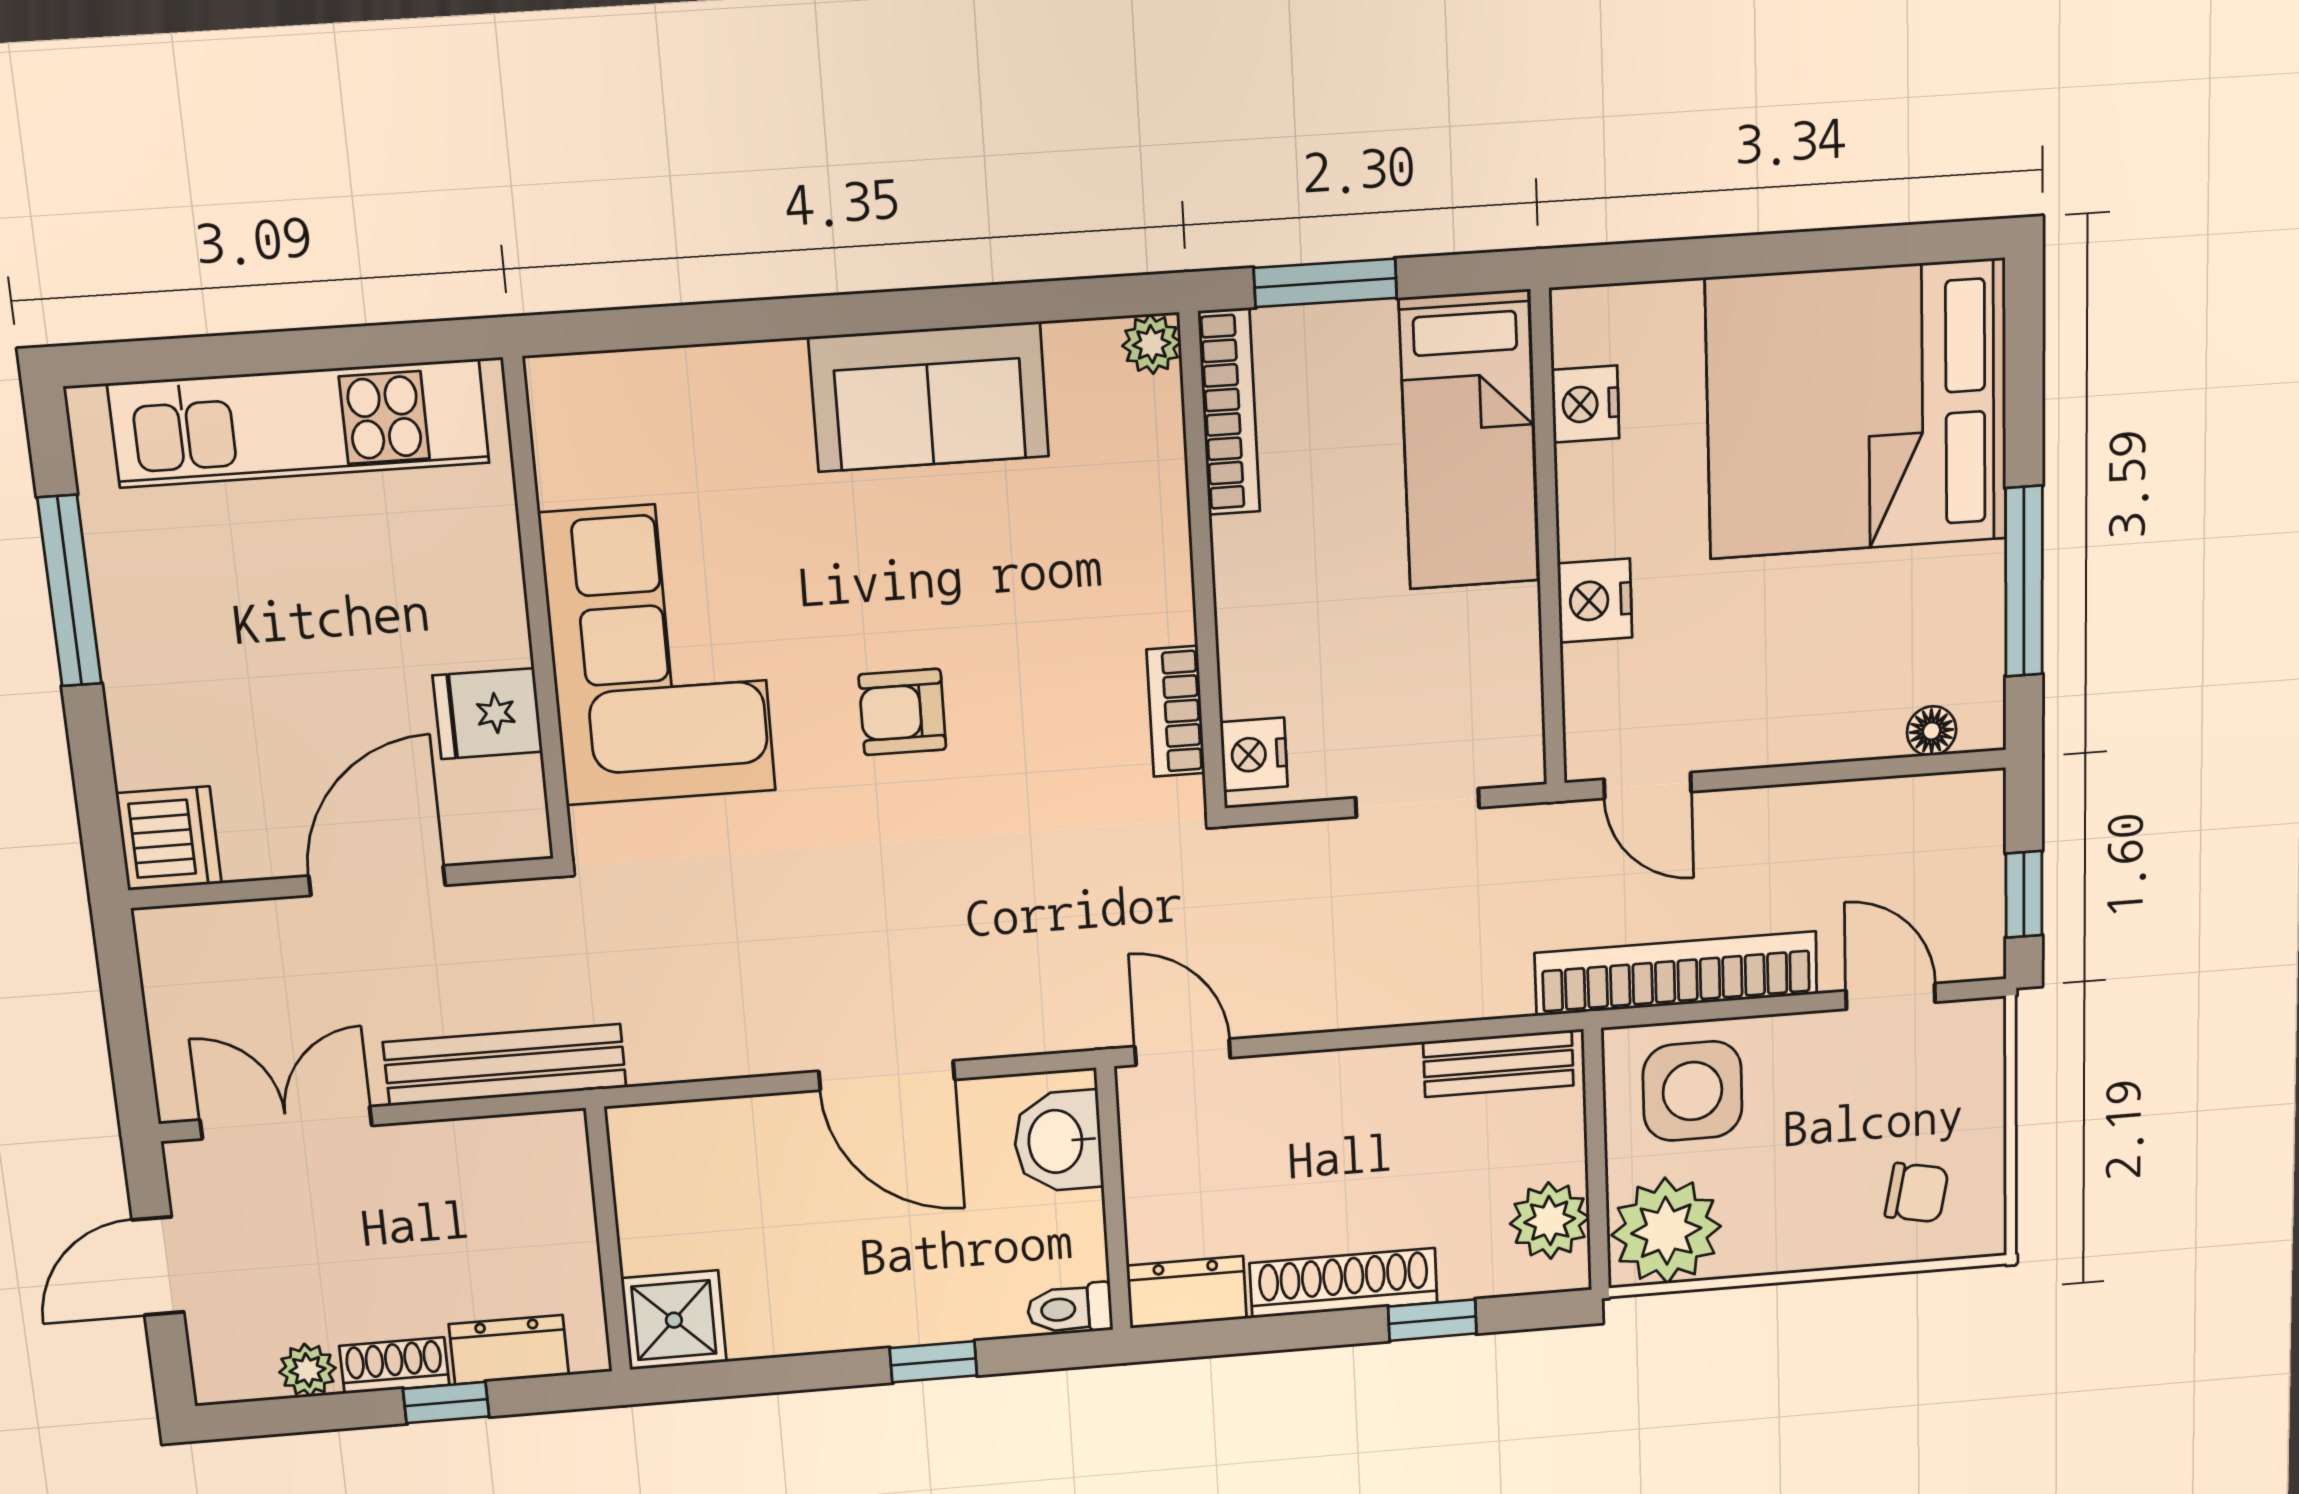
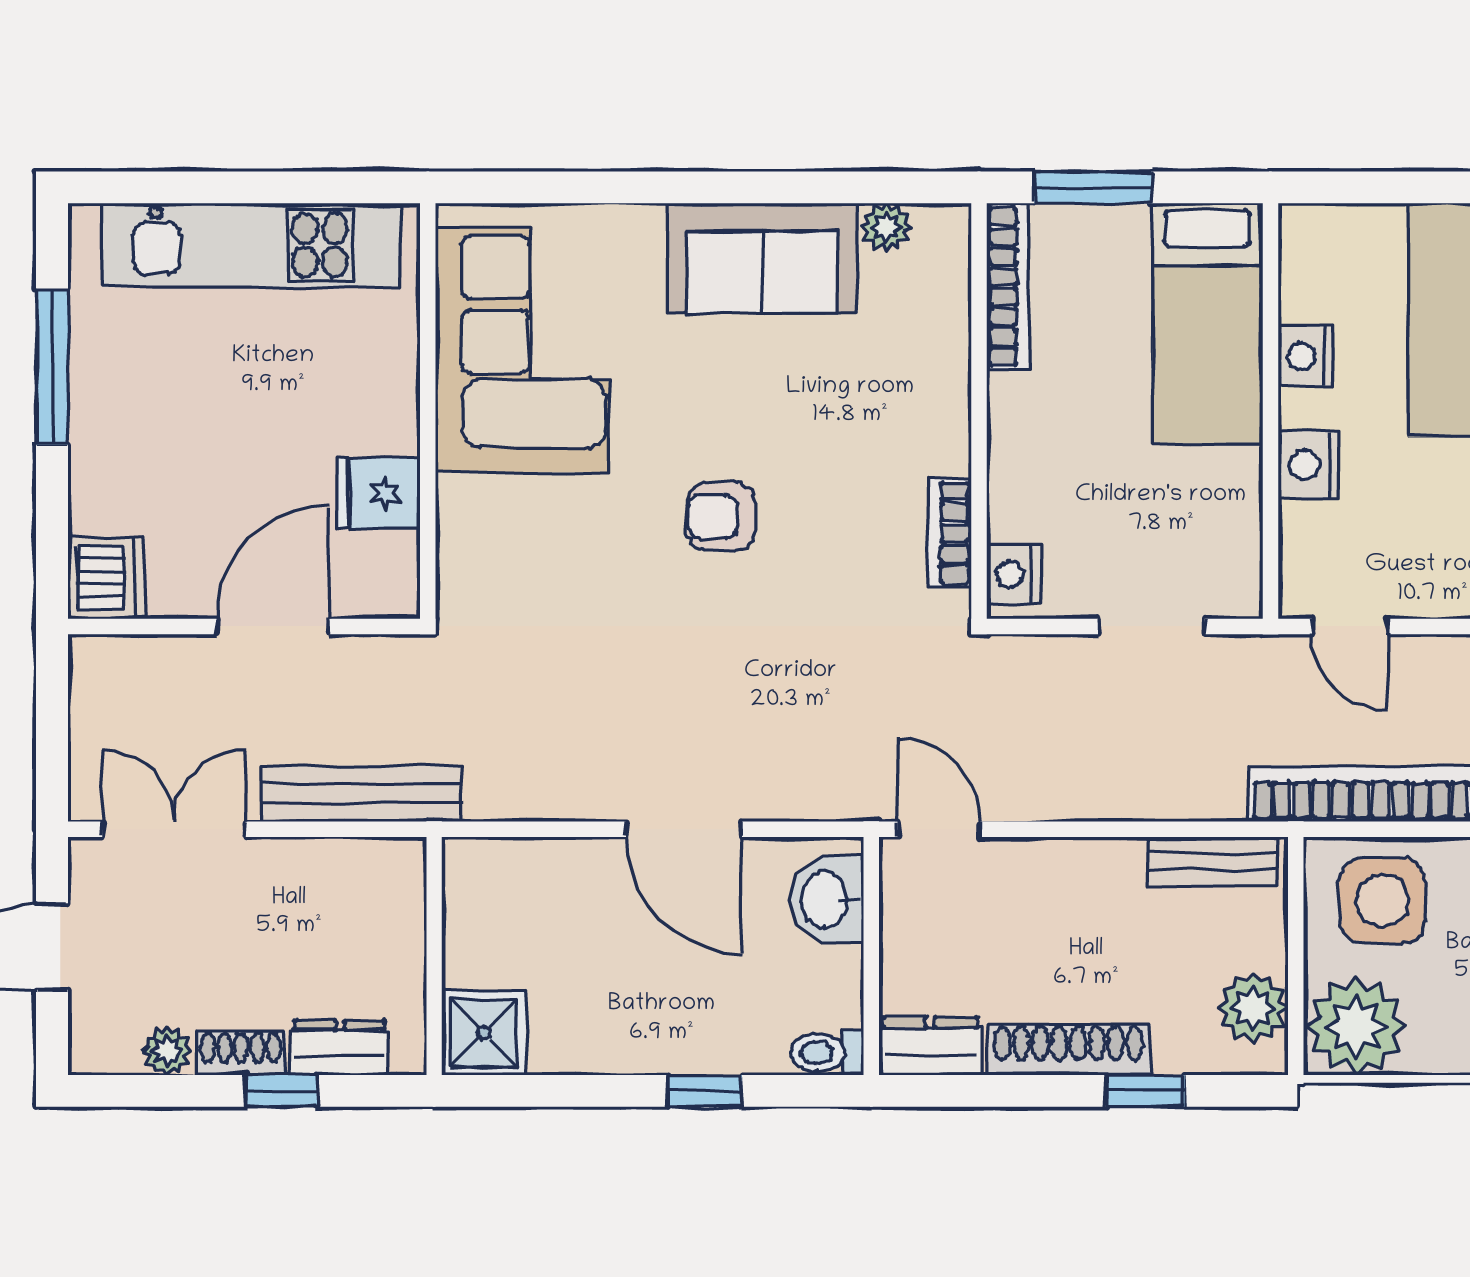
plant: (1152, 344) -> (886, 227), moved
nightstand: (1585, 404) -> (1306, 356), moved
corner sofa: (658, 653) -> (523, 350), moved

